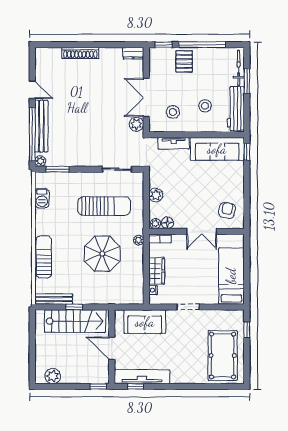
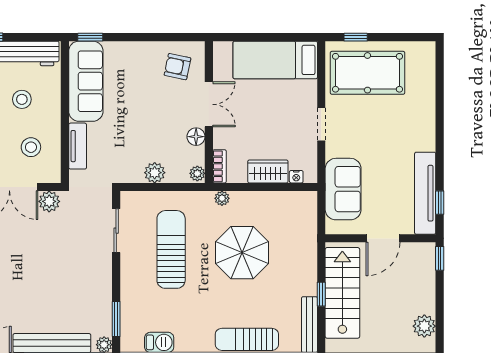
floor lamp: (167, 223) -> (196, 137), moved
pool table: (223, 356) -> (367, 73), moved

